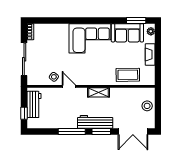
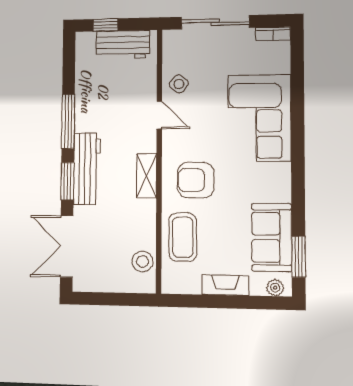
corner sofa: (90, 38) -> (259, 118), moved
armchair: (100, 69) -> (196, 180), added
door: (69, 86) -> (159, 115), hinge flipped
stool: (147, 106) -> (142, 262), moved

